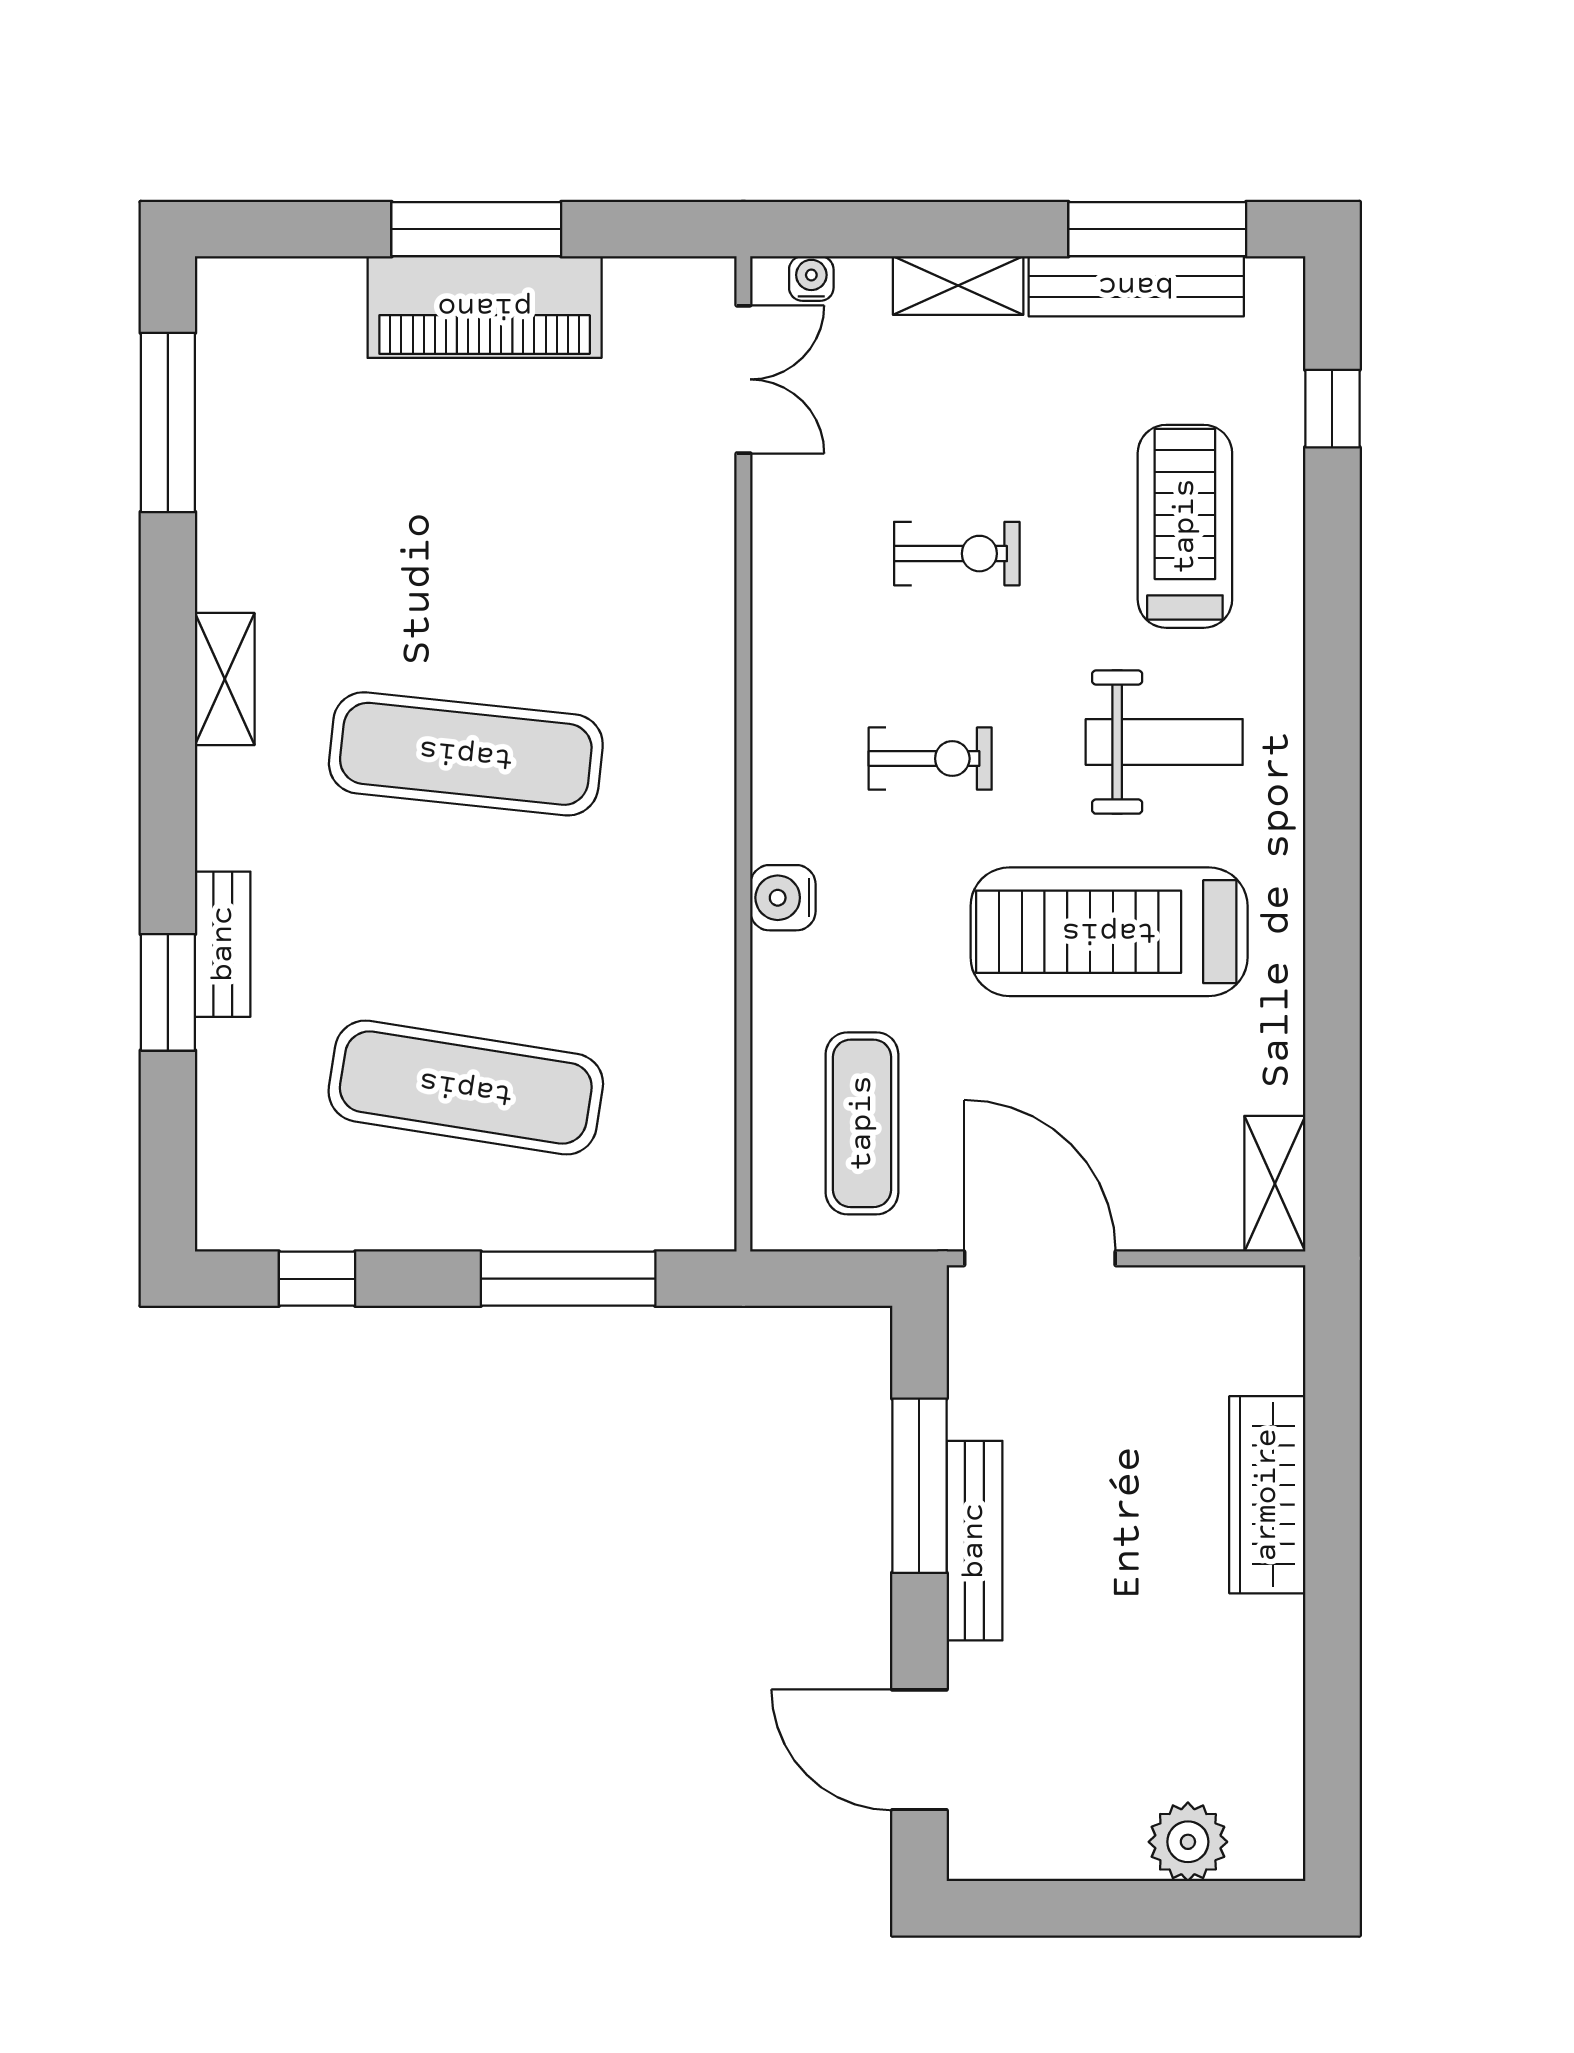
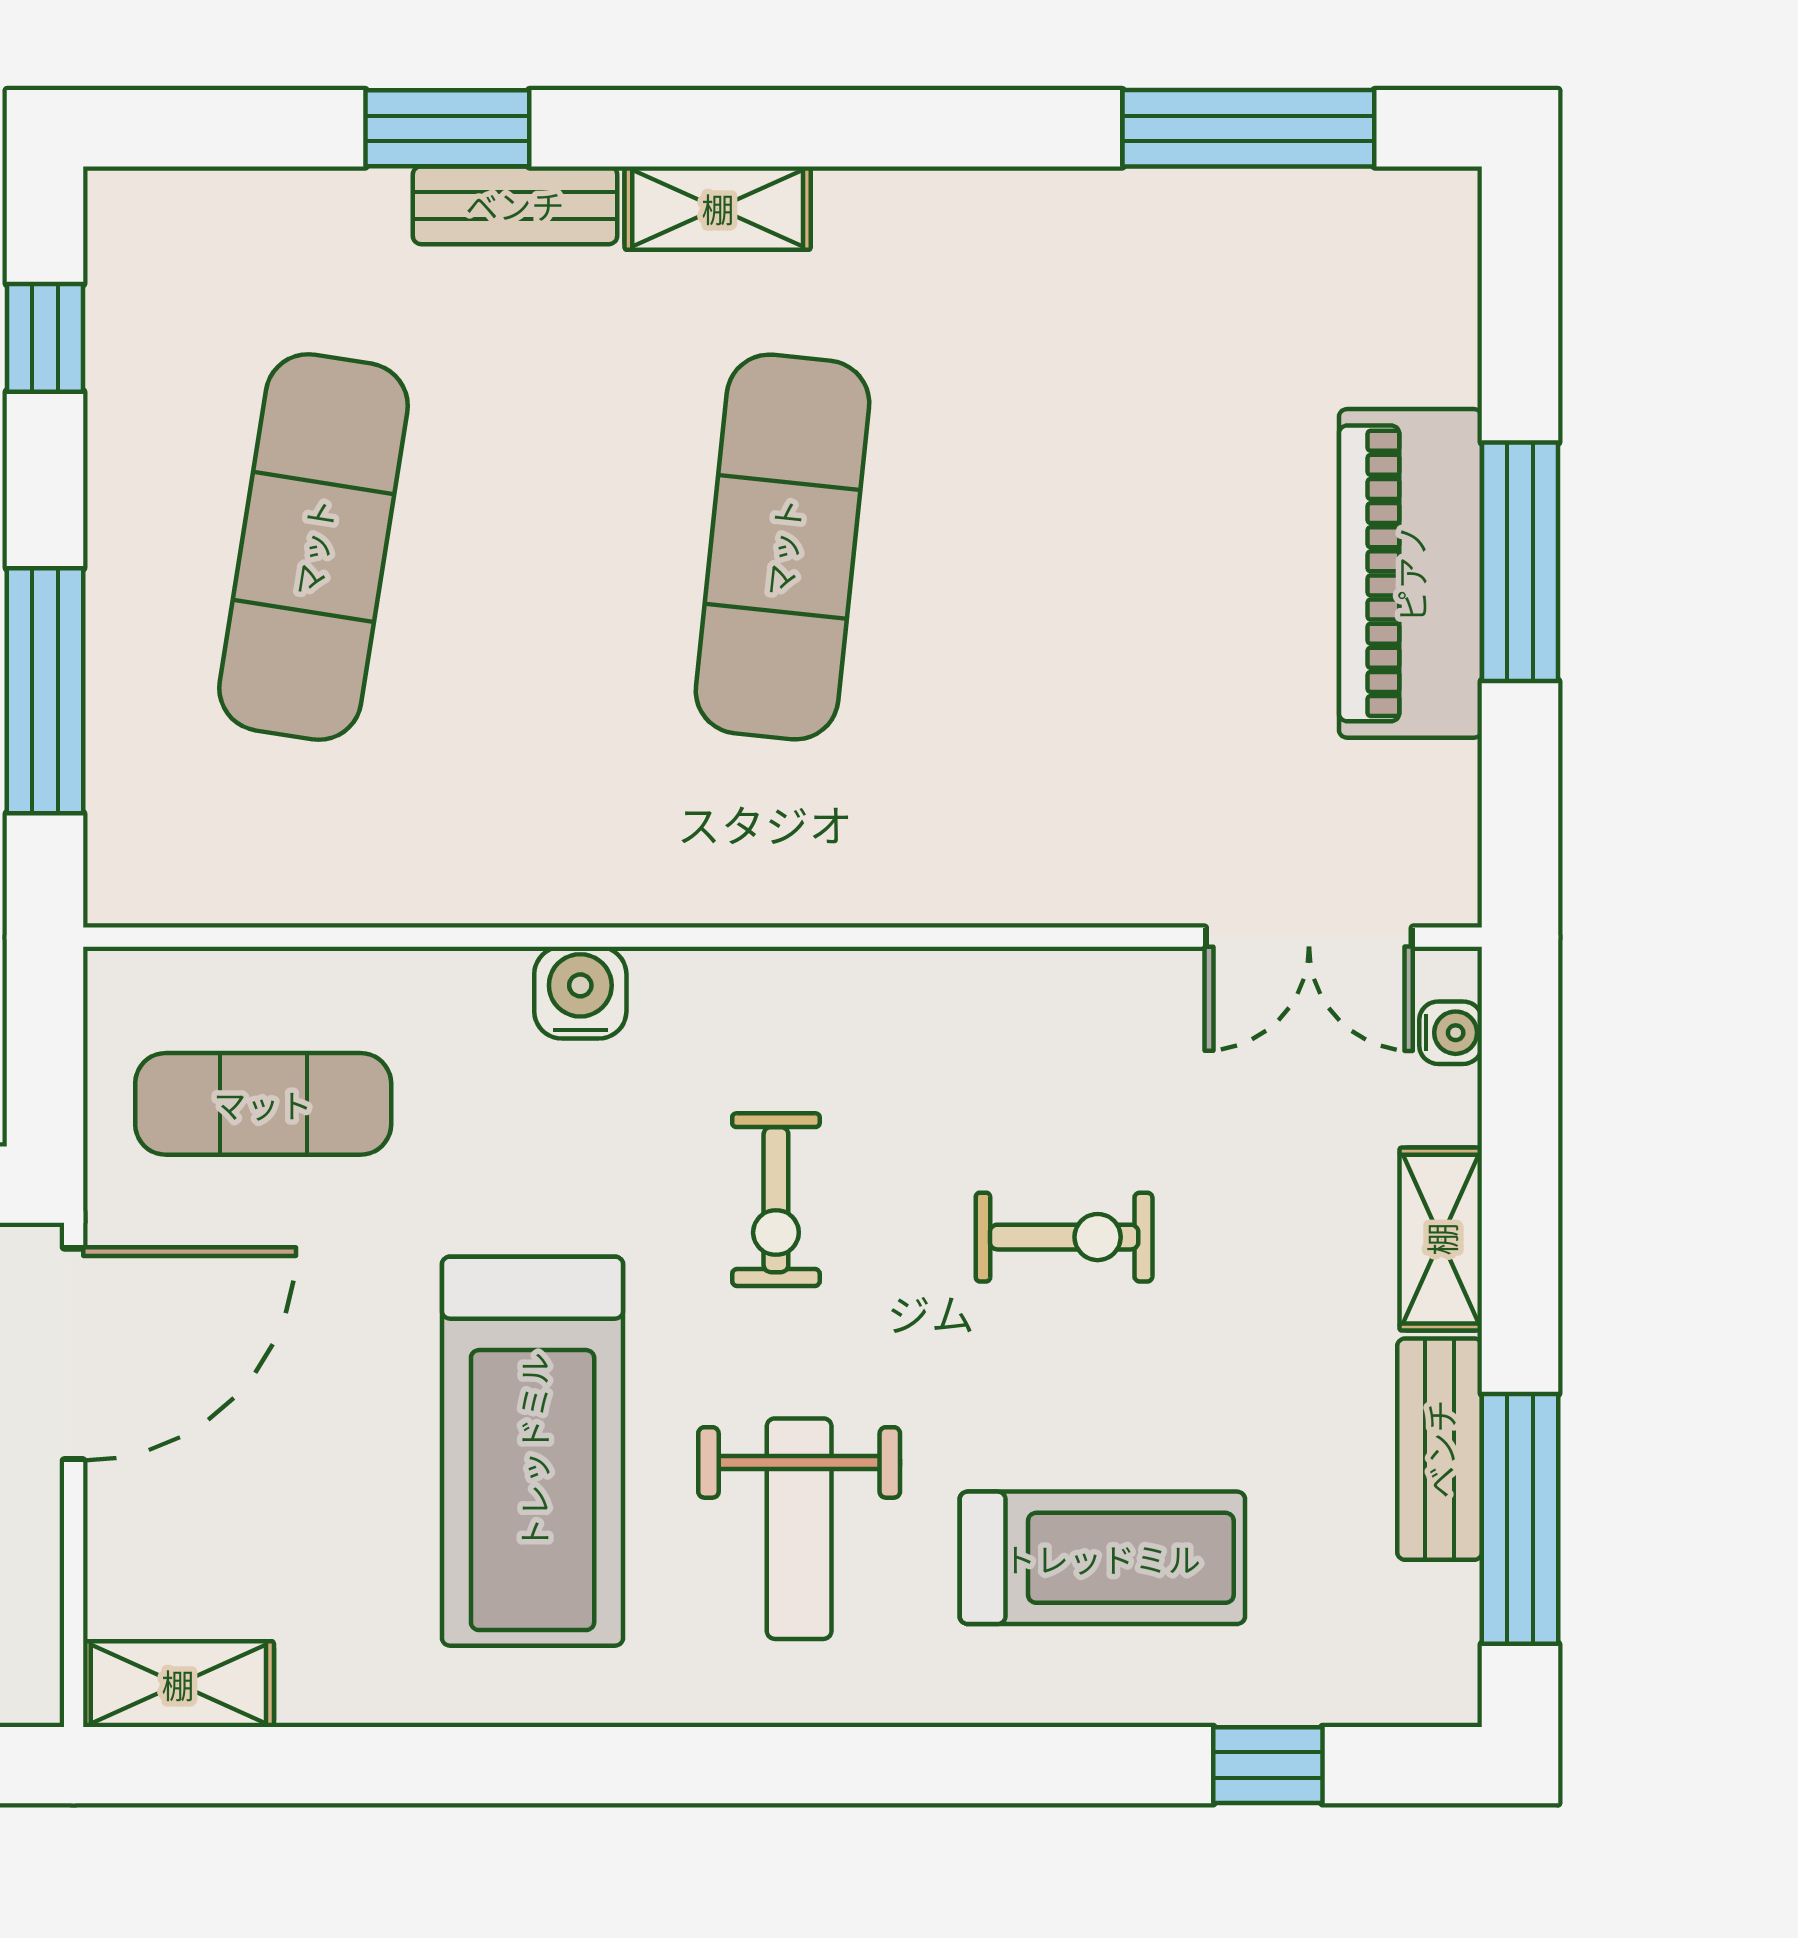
bench: (1136, 286) -> (1440, 1449), width x0.73
exercise bike: (957, 554) -> (1064, 1237), turned -90
shelving: (225, 679) -> (718, 208), moved
treadmill: (1109, 932) -> (533, 1451), turned 180

